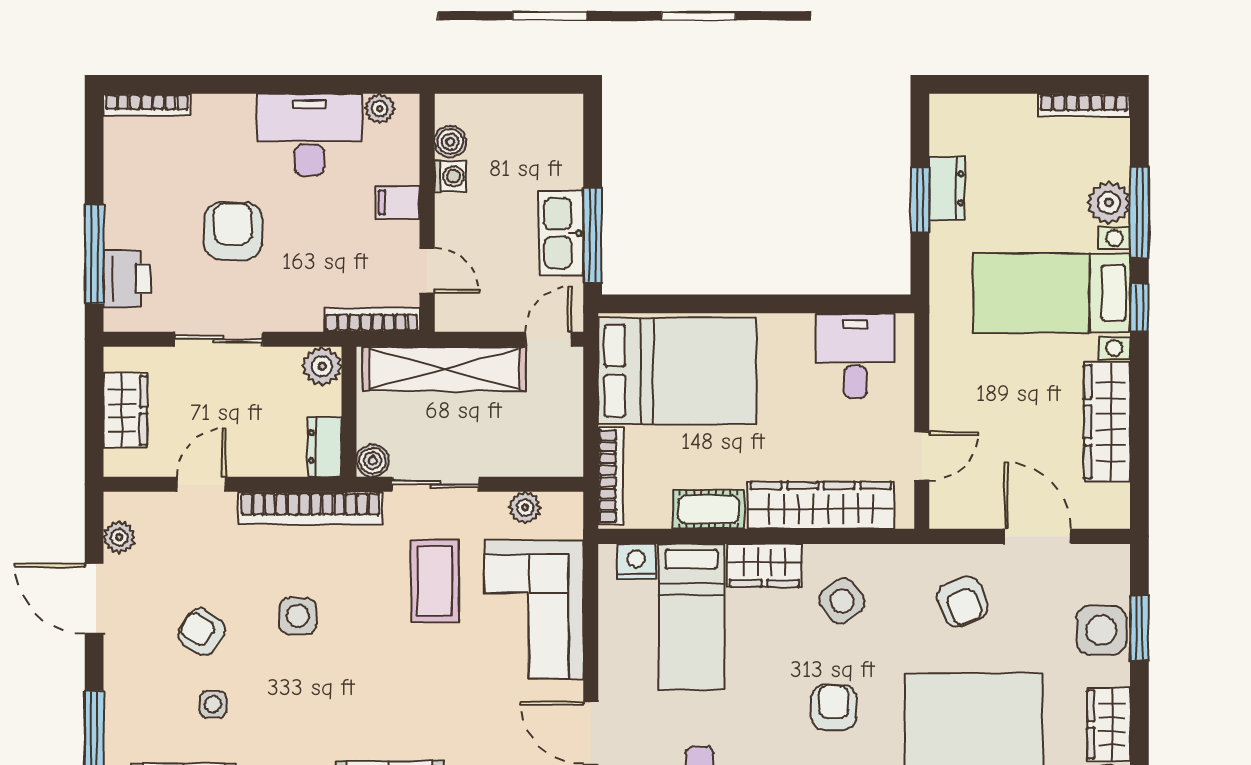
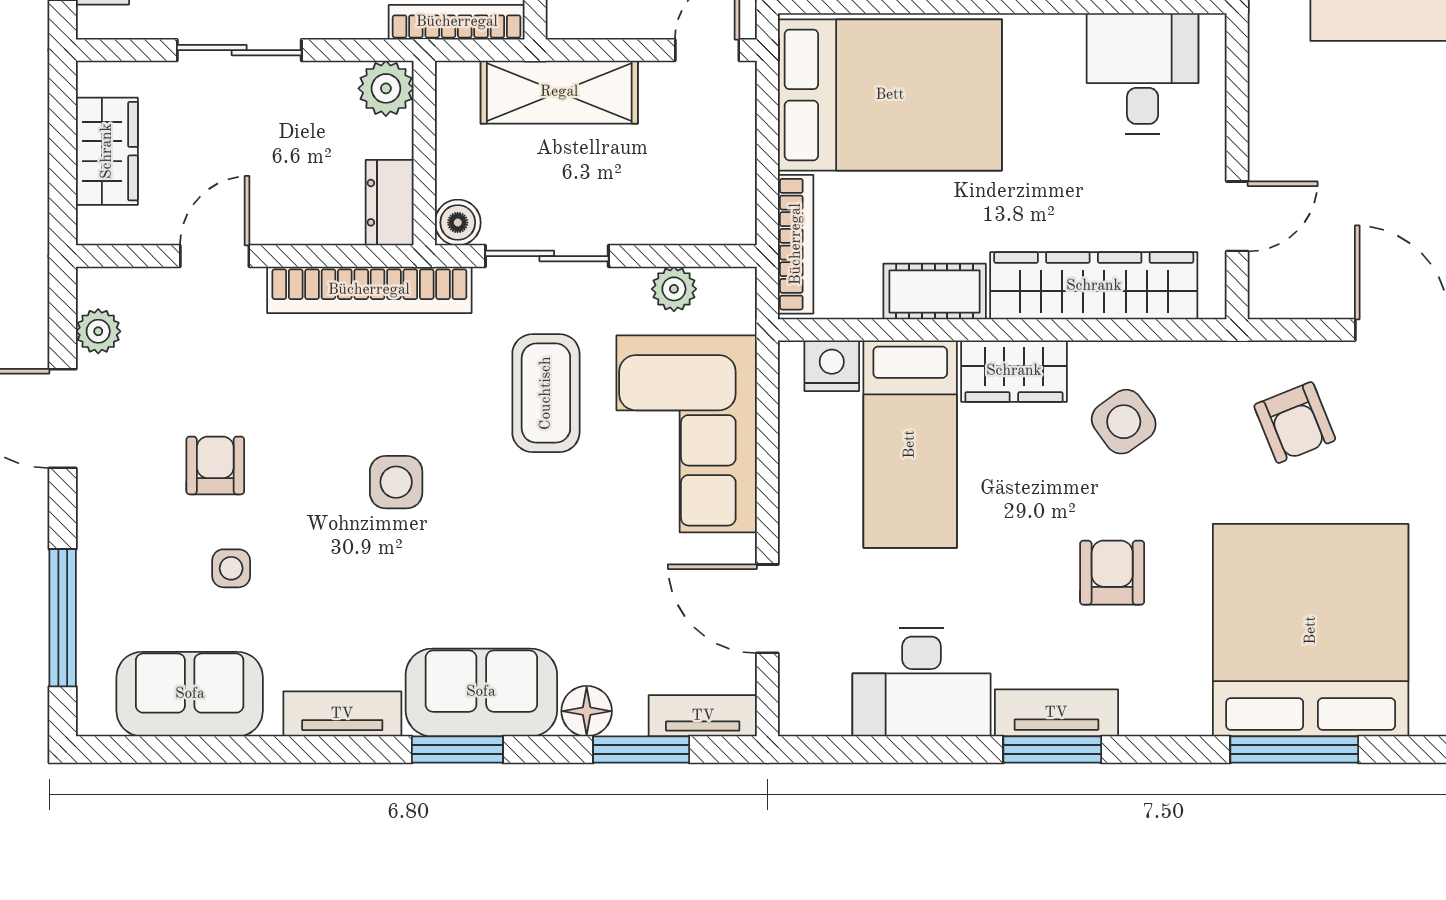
shelving: (444, 369) -> (559, 92), width x0.68
side table: (298, 616) -> (396, 482), moved
armchair: (202, 632) -> (215, 465), turned 56

